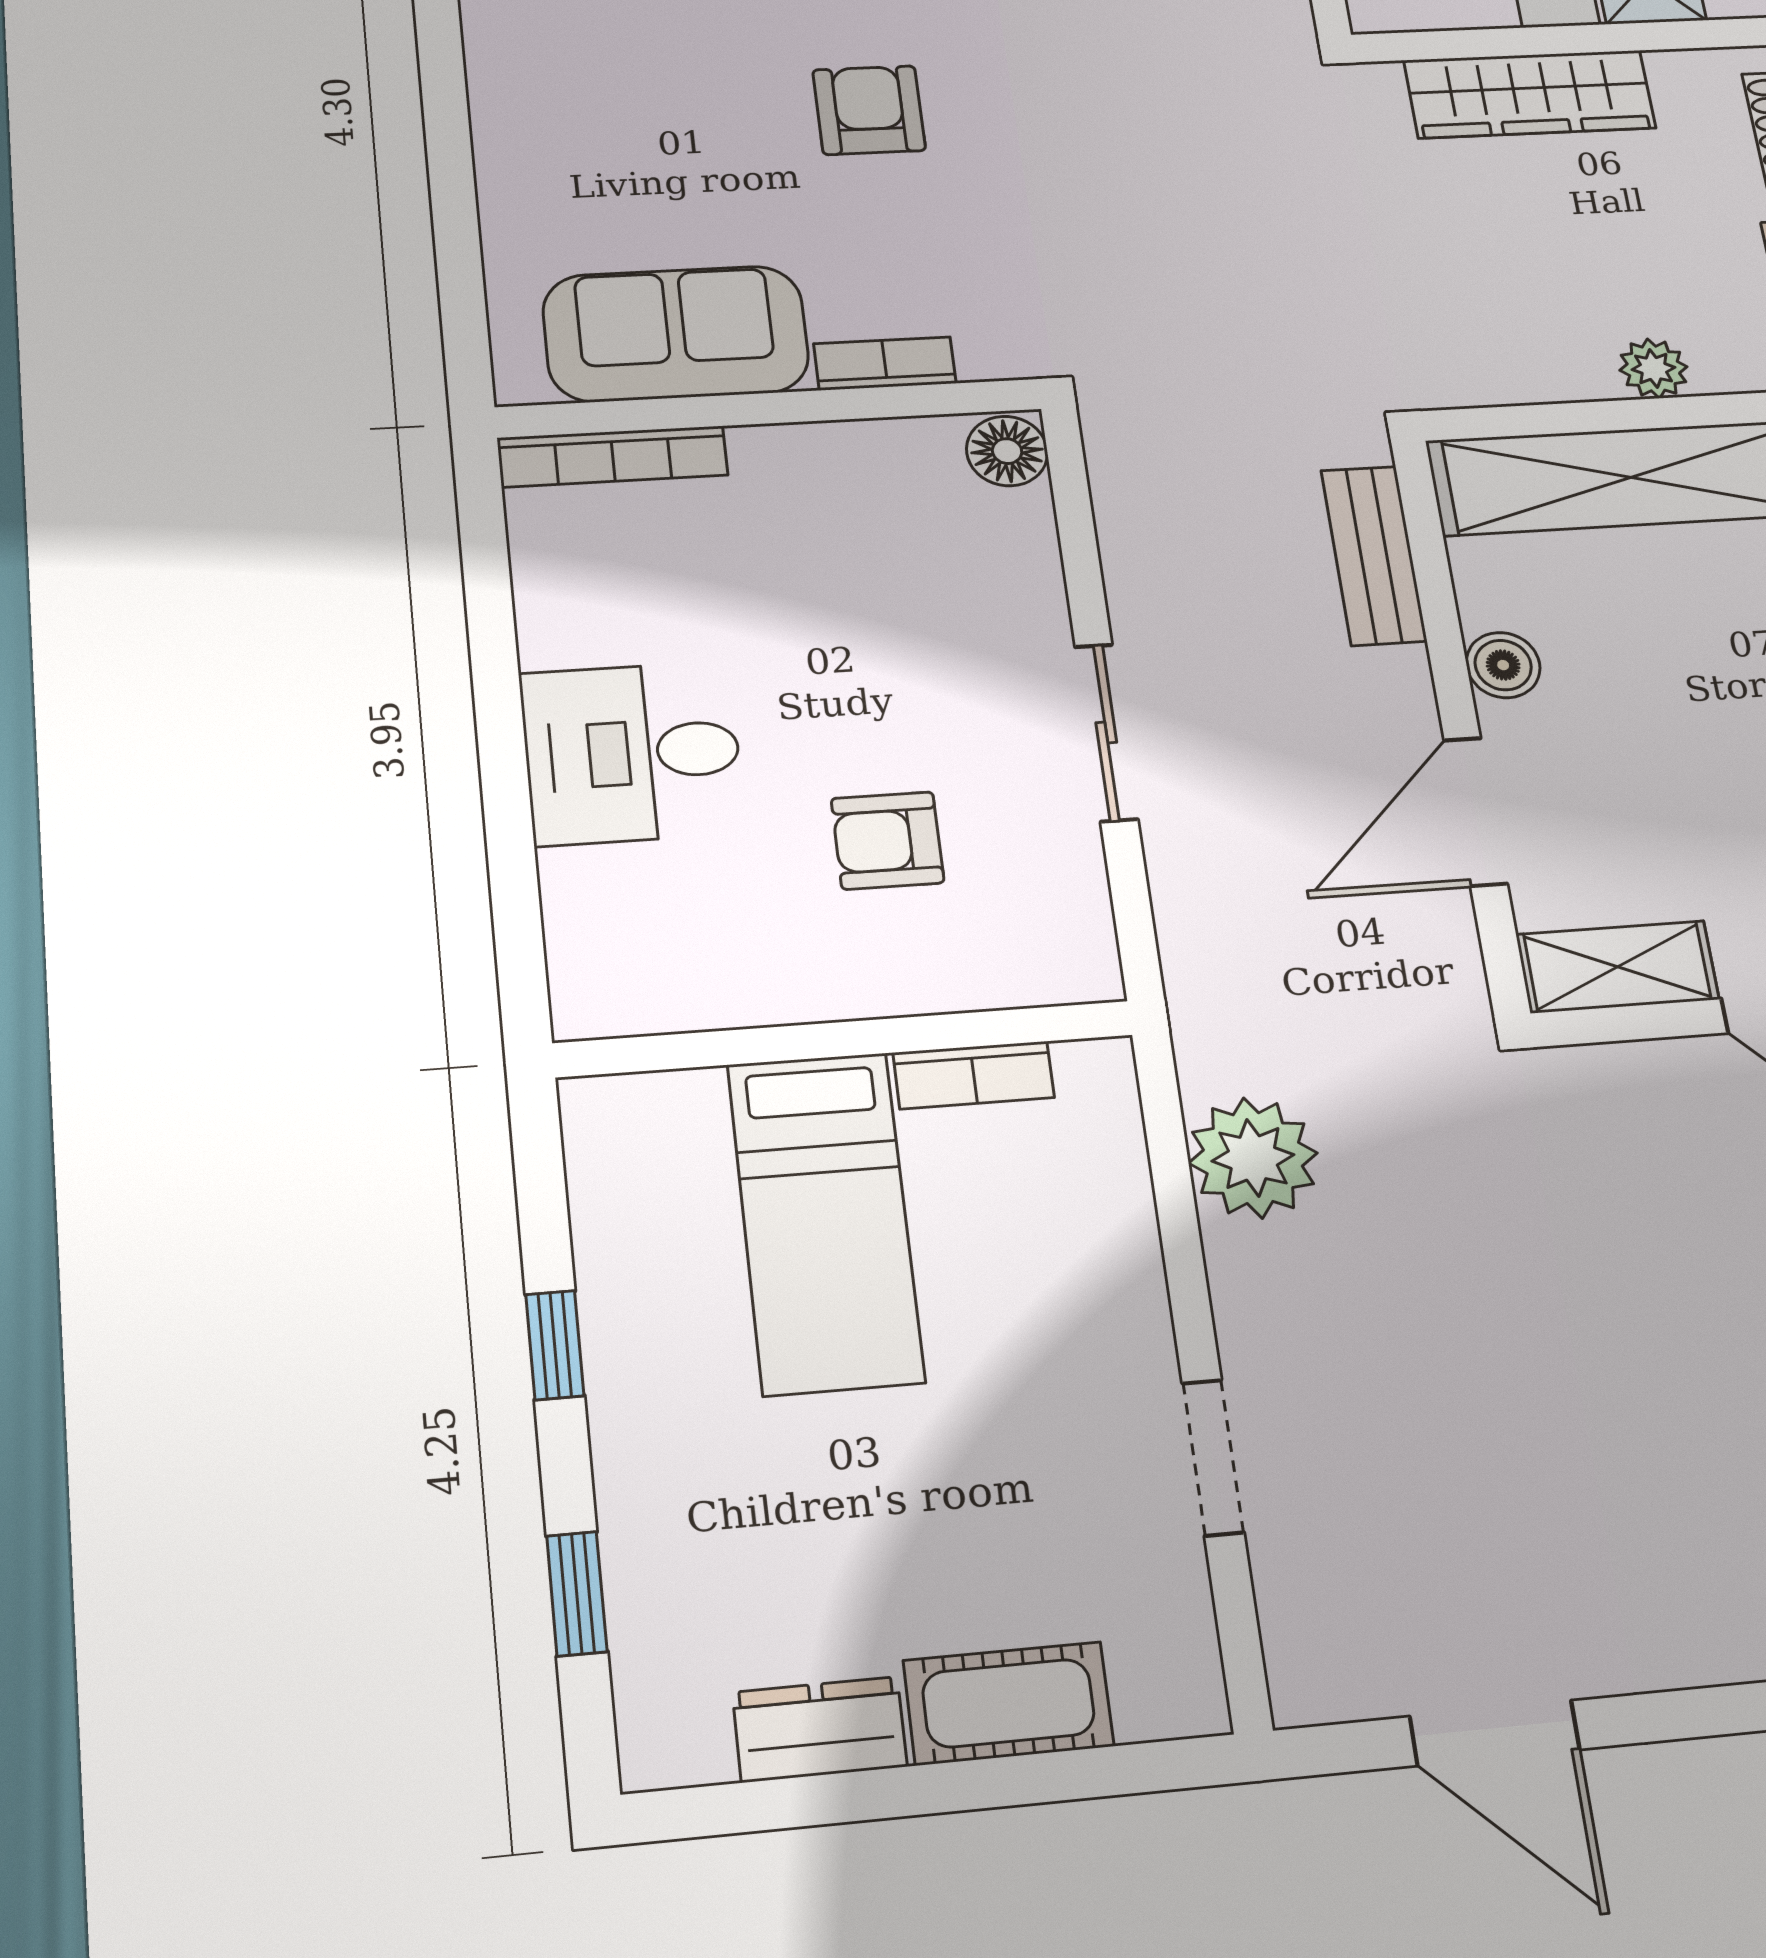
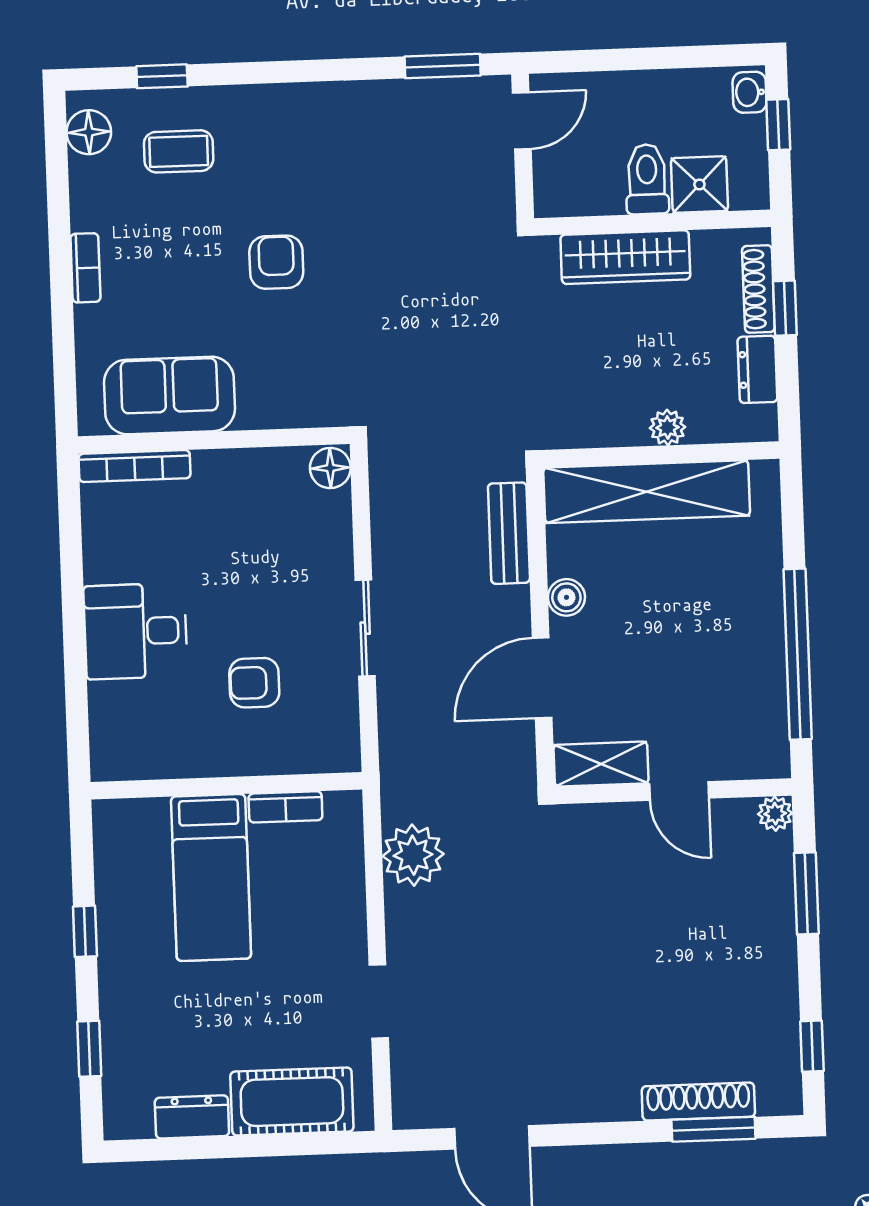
bookcase: (885, 364) -> (85, 268), moved, turned 90
cot: (1008, 1703) -> (292, 1102), width x1.37, depth x1.34

